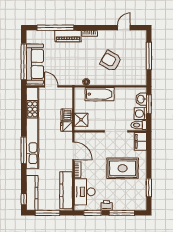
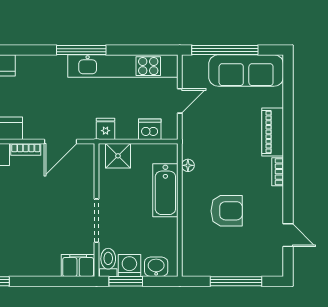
window: (55, 28) -> (288, 109), removed
armchair: (111, 61) -> (227, 211), turned 60
sofa: (35, 64) -> (246, 71), moved
window: (149, 104) -> (126, 281), moved
dishwasher: (67, 115) -> (150, 129), moved
kitchen unit: (32, 128) -> (123, 66), width x0.73
window: (24, 150) -> (81, 50), moved
rug: (123, 168) -> (28, 233), removed

